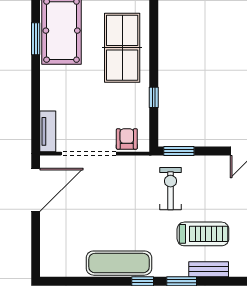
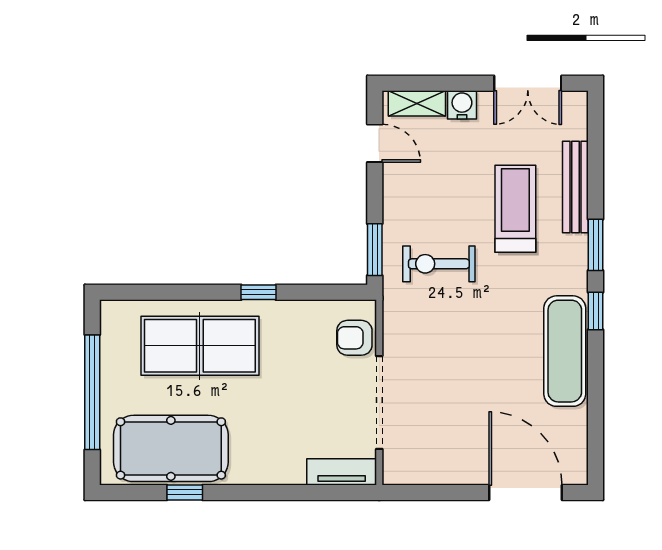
window: (36, 39) -> (185, 492), width x0.67
window: (154, 97) -> (258, 292), moved
door: (36, 190) -> (526, 492), moved
bench: (209, 269) -> (575, 187), width x1.36

